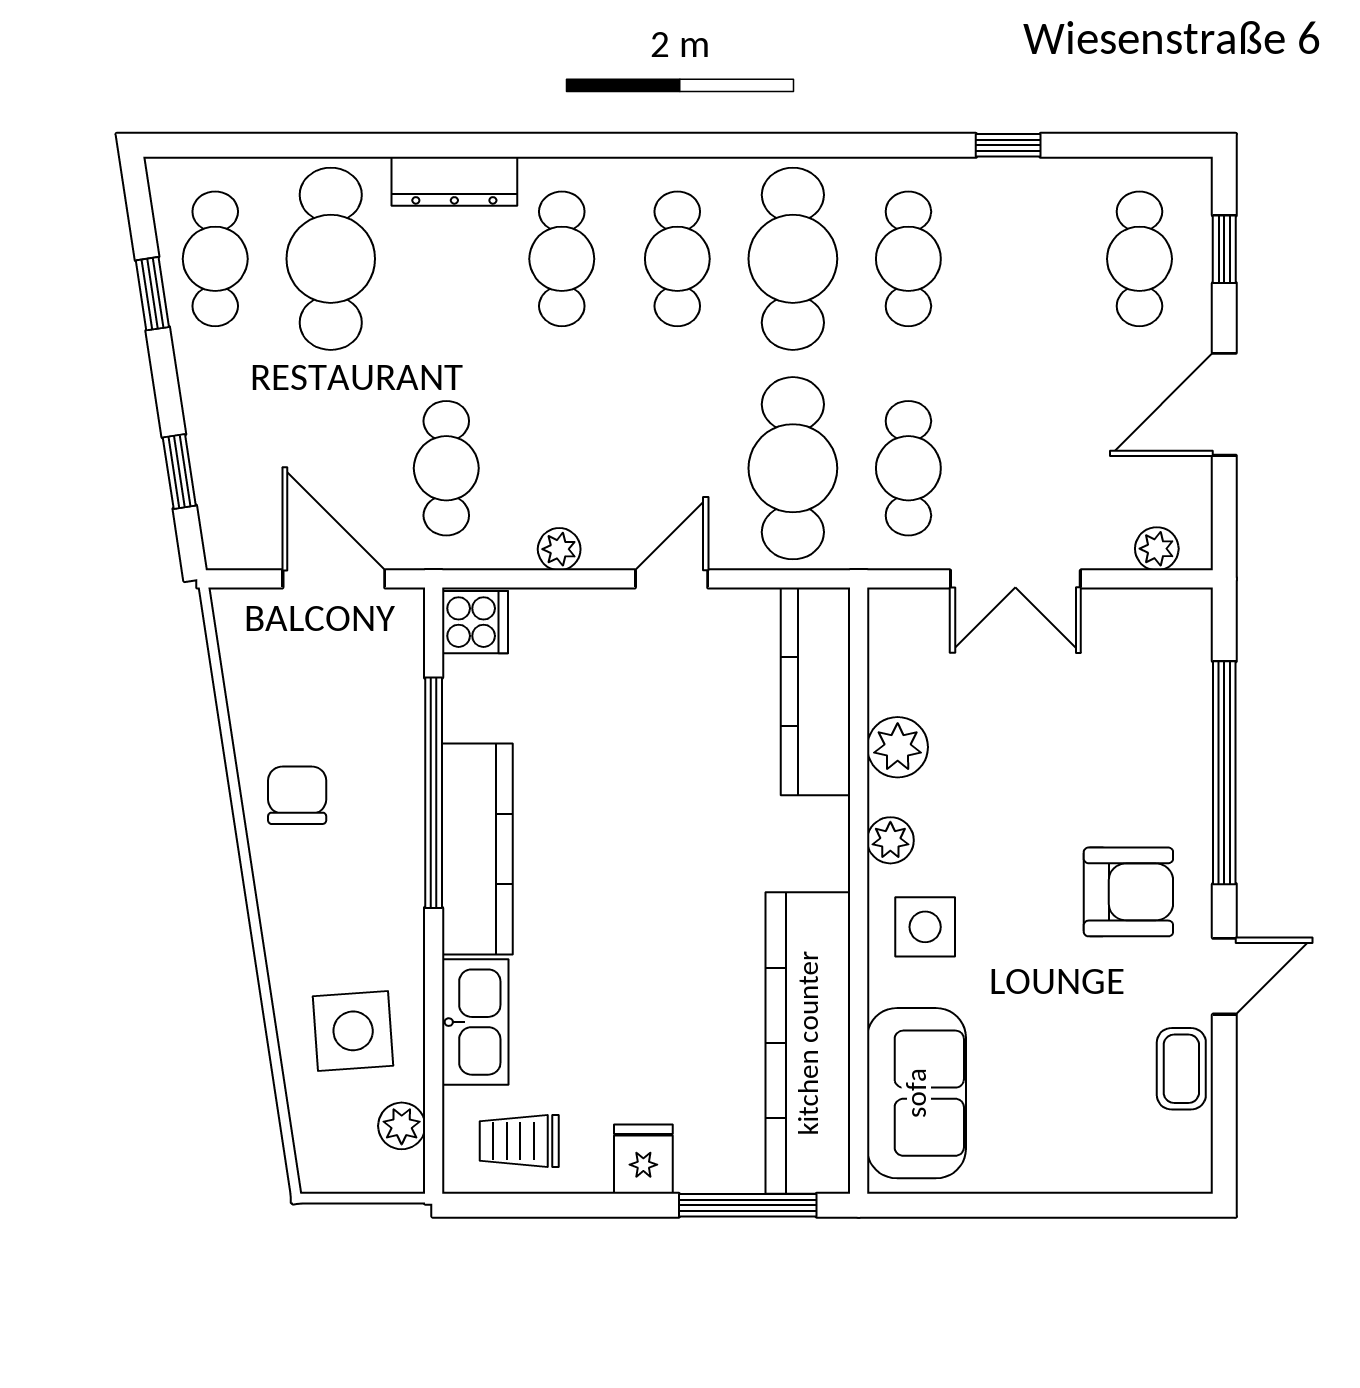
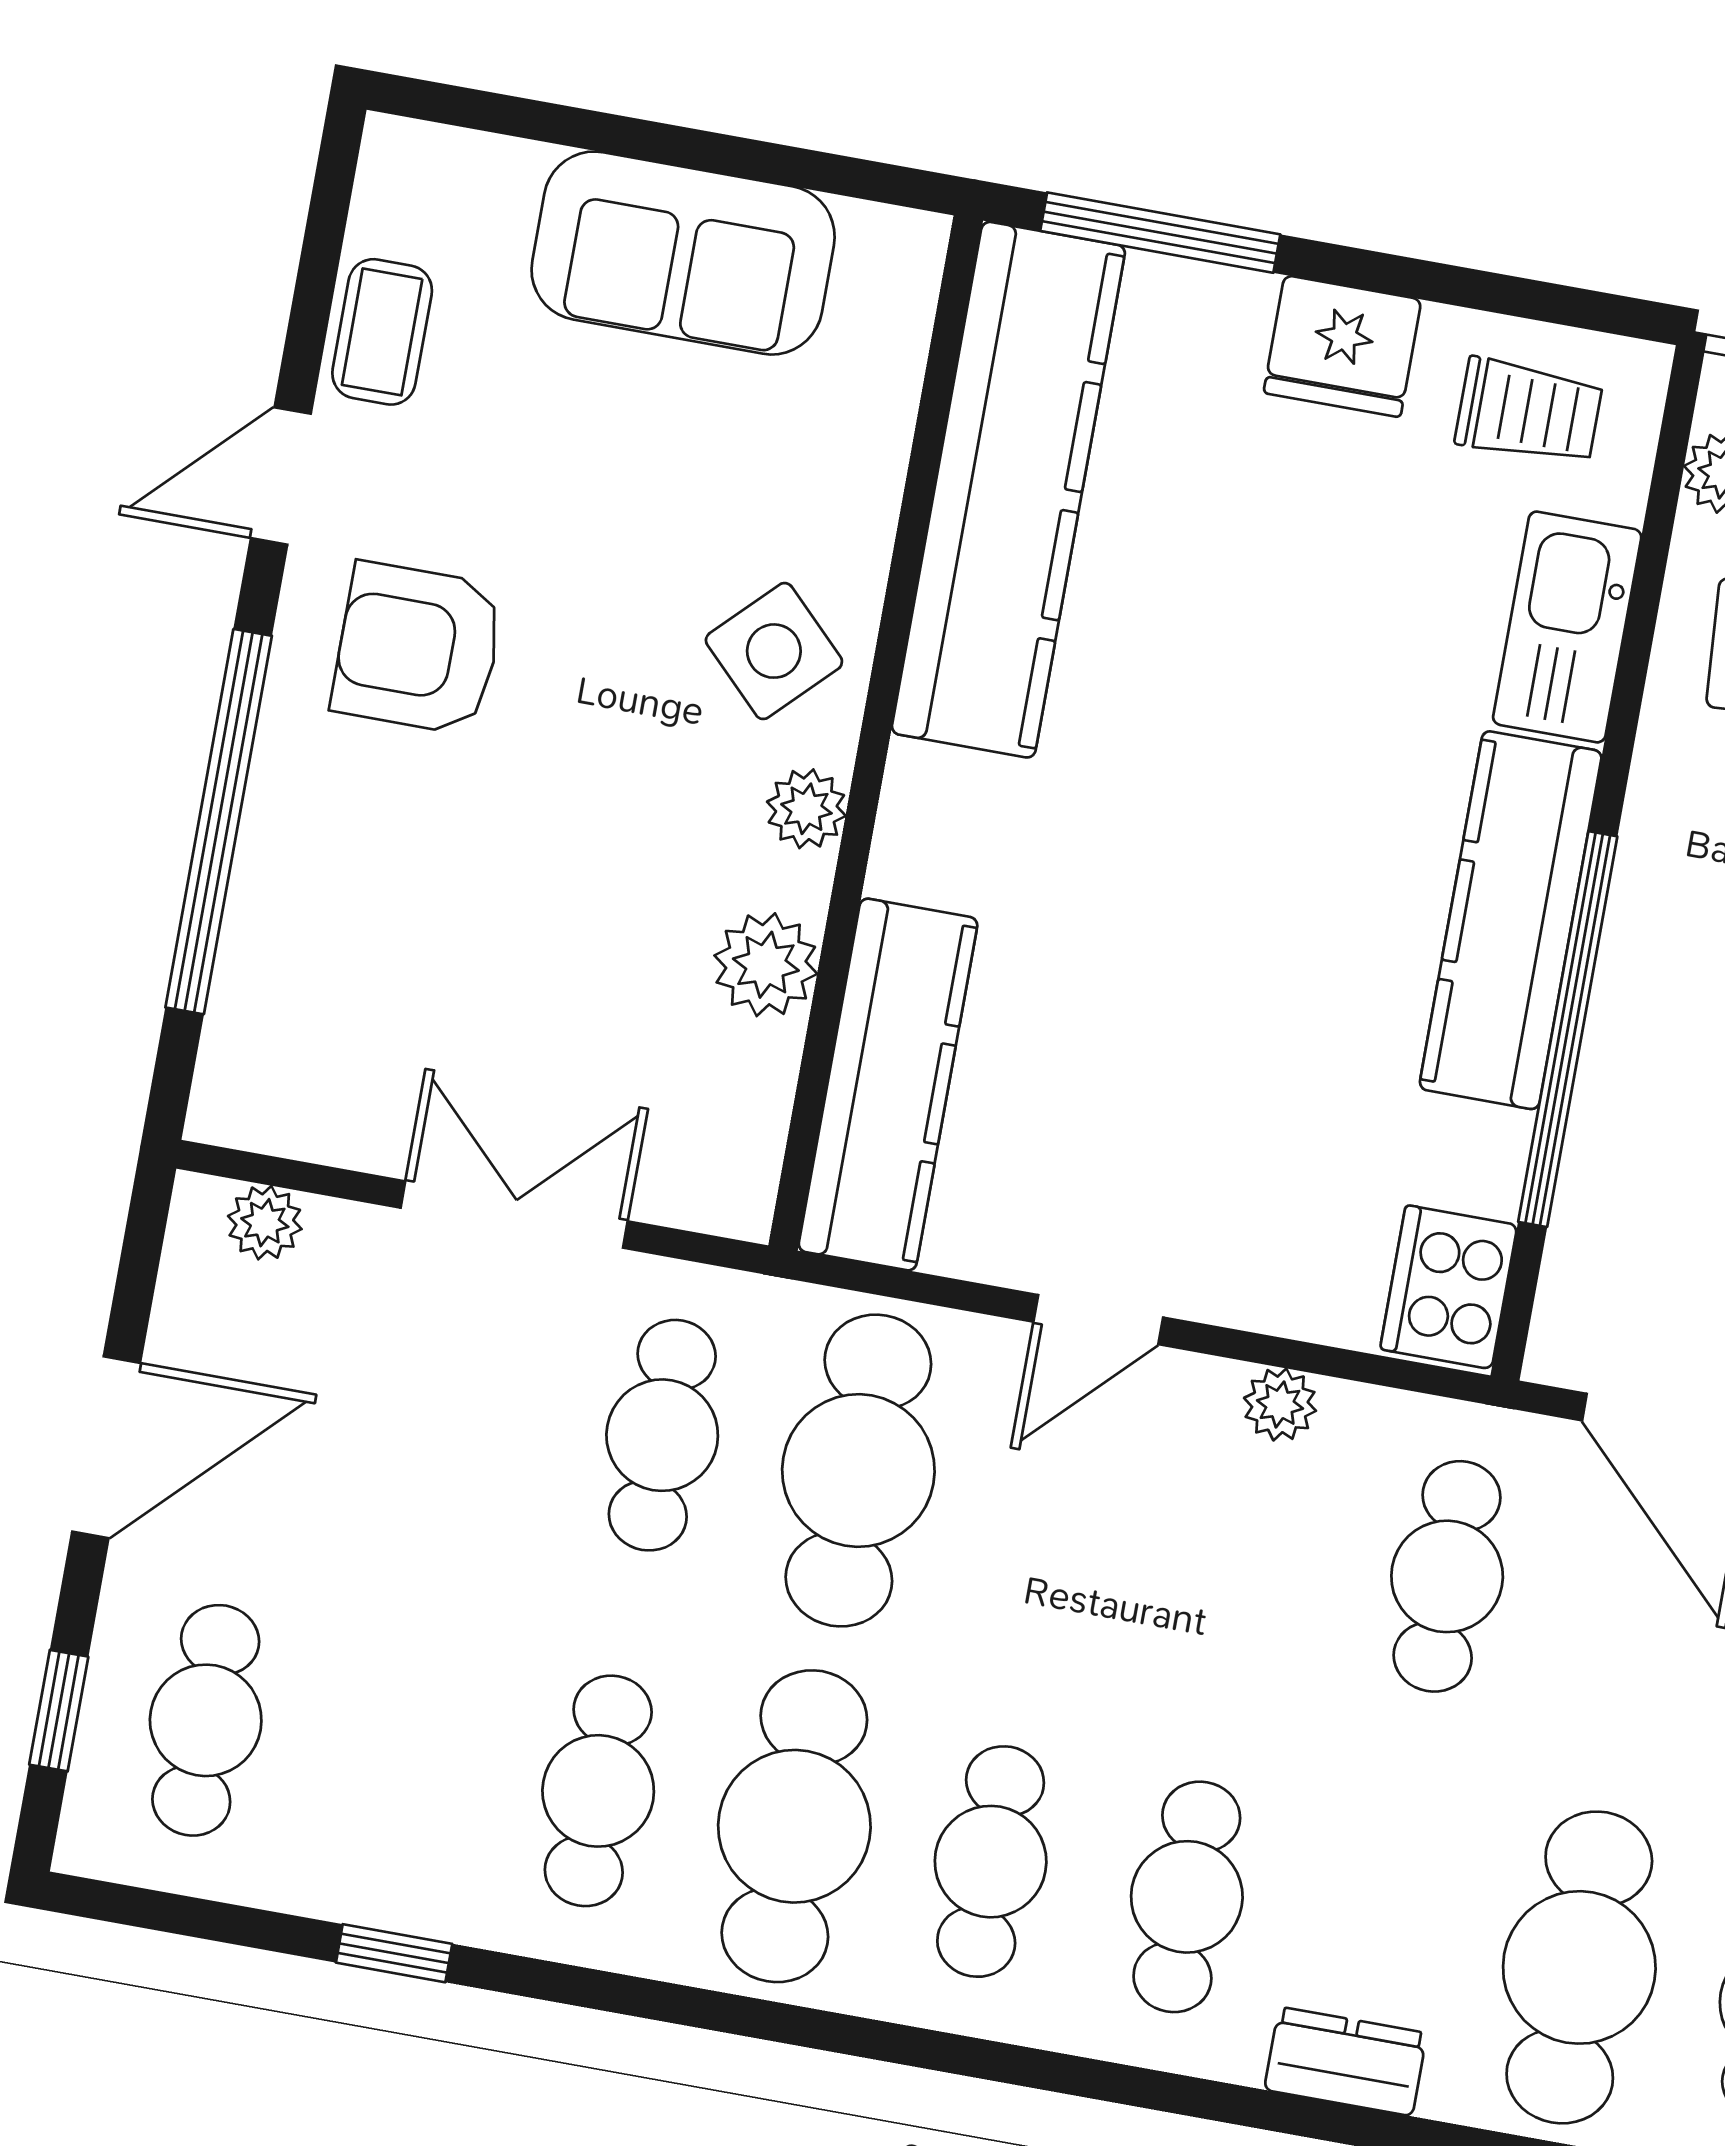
dresser: (454, 181) -> (1346, 2061), width x0.70
cooker: (475, 622) -> (1449, 1287), width x1.36
side table: (925, 927) -> (774, 651), turned 45
sofa: (916, 1093) -> (683, 253), moved, turned -90
fridge: (643, 1159) -> (1342, 346), width x1.38

